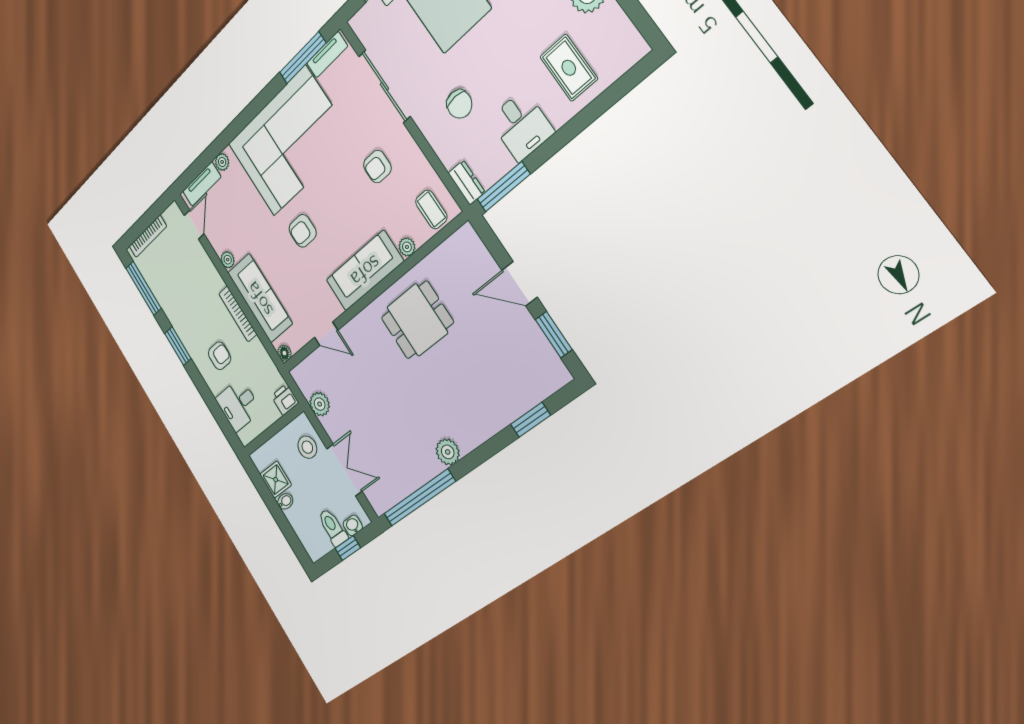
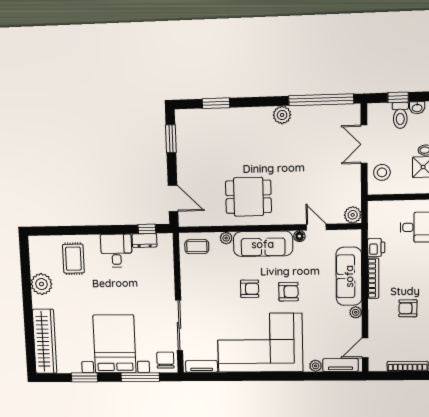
window: (303, 58) -> (218, 377), removed
chair: (459, 104) -> (165, 360), moved
armchair: (377, 167) -> (250, 289), moved
dresser: (467, 183) -> (144, 240), moved, turned -90
window: (504, 187) -> (147, 229), width x0.46
coffee table: (431, 209) -> (197, 247), turned 90
door: (519, 284) -> (173, 198), moved
floor lamp: (284, 353) -> (299, 236), moved
armchair: (220, 356) -> (408, 308), moved
printer: (285, 399) -> (376, 247), moved, turned -90
plant: (320, 404) -> (353, 215), moved
washbasin: (353, 525) -> (417, 108), moved

